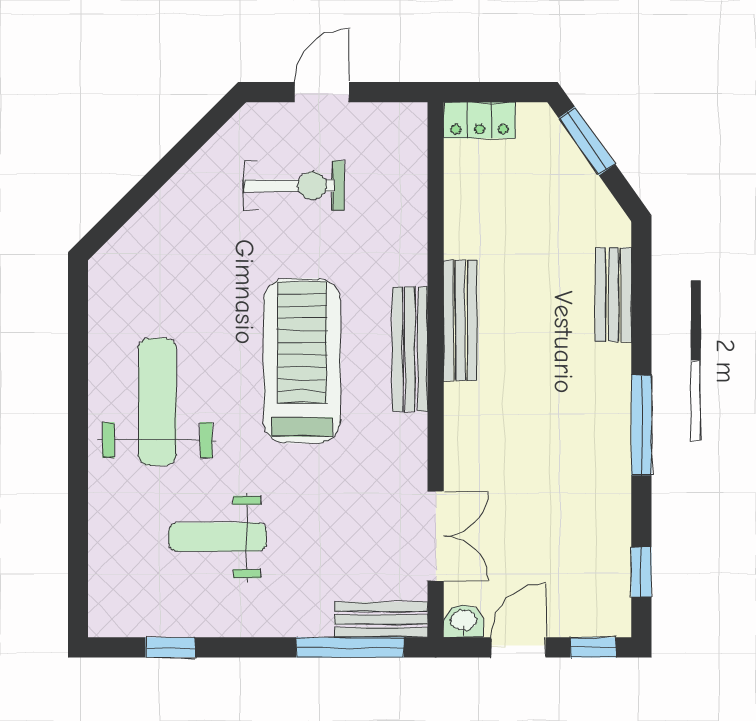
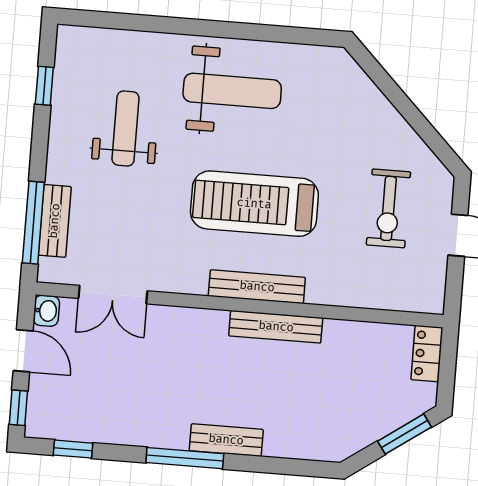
bench: (613, 295) -> (226, 440), moved
treadmill: (302, 361) -> (254, 204), turned 180
bench: (381, 620) -> (55, 221), moved

